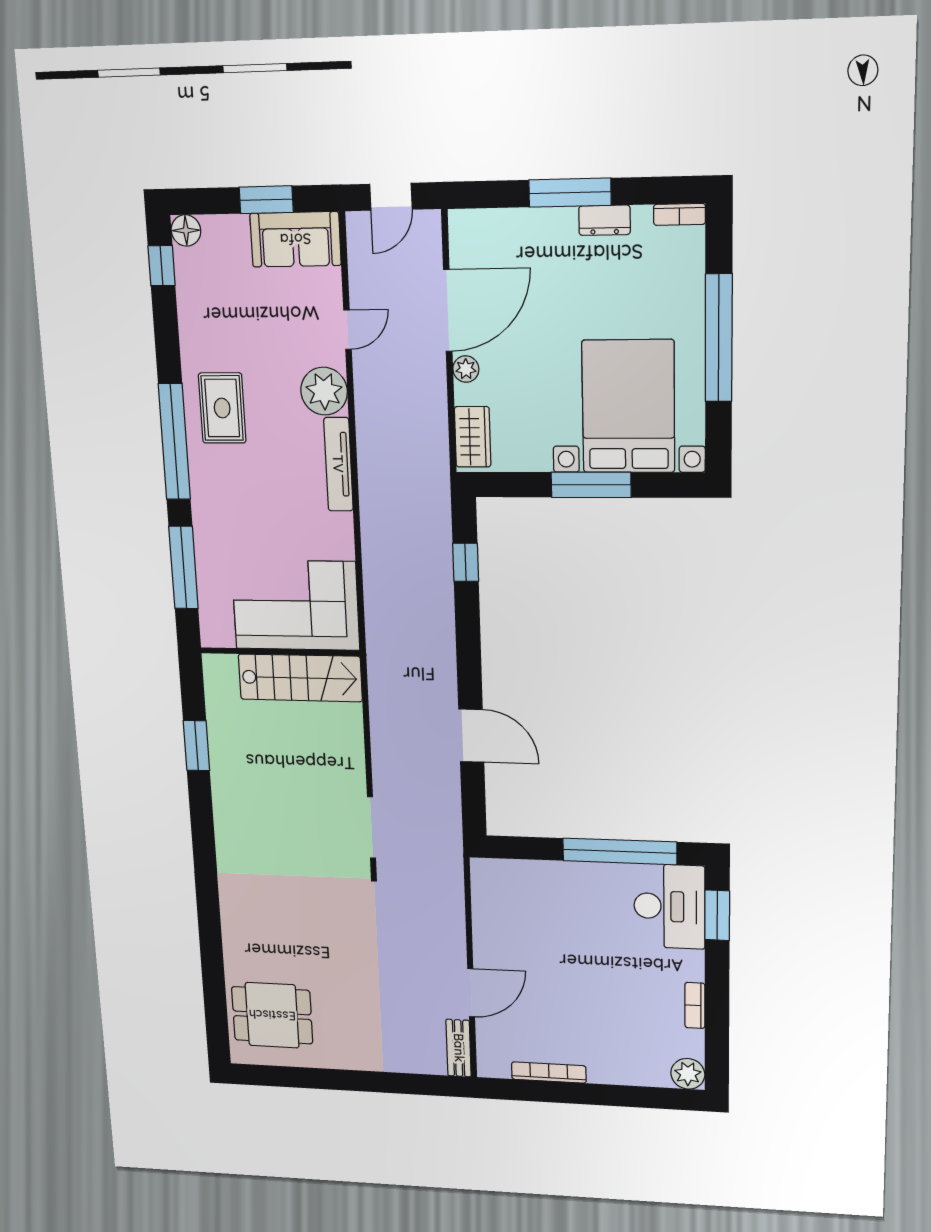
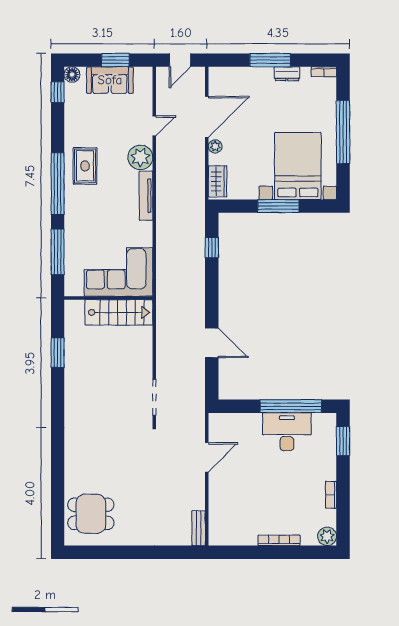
sofa: (295, 239) -> (110, 80), moved
desk: (669, 906) -> (287, 432), moved, turned -90
door: (471, 993) -> (207, 457), moved
bookcase: (549, 1073) -> (279, 540), moved

